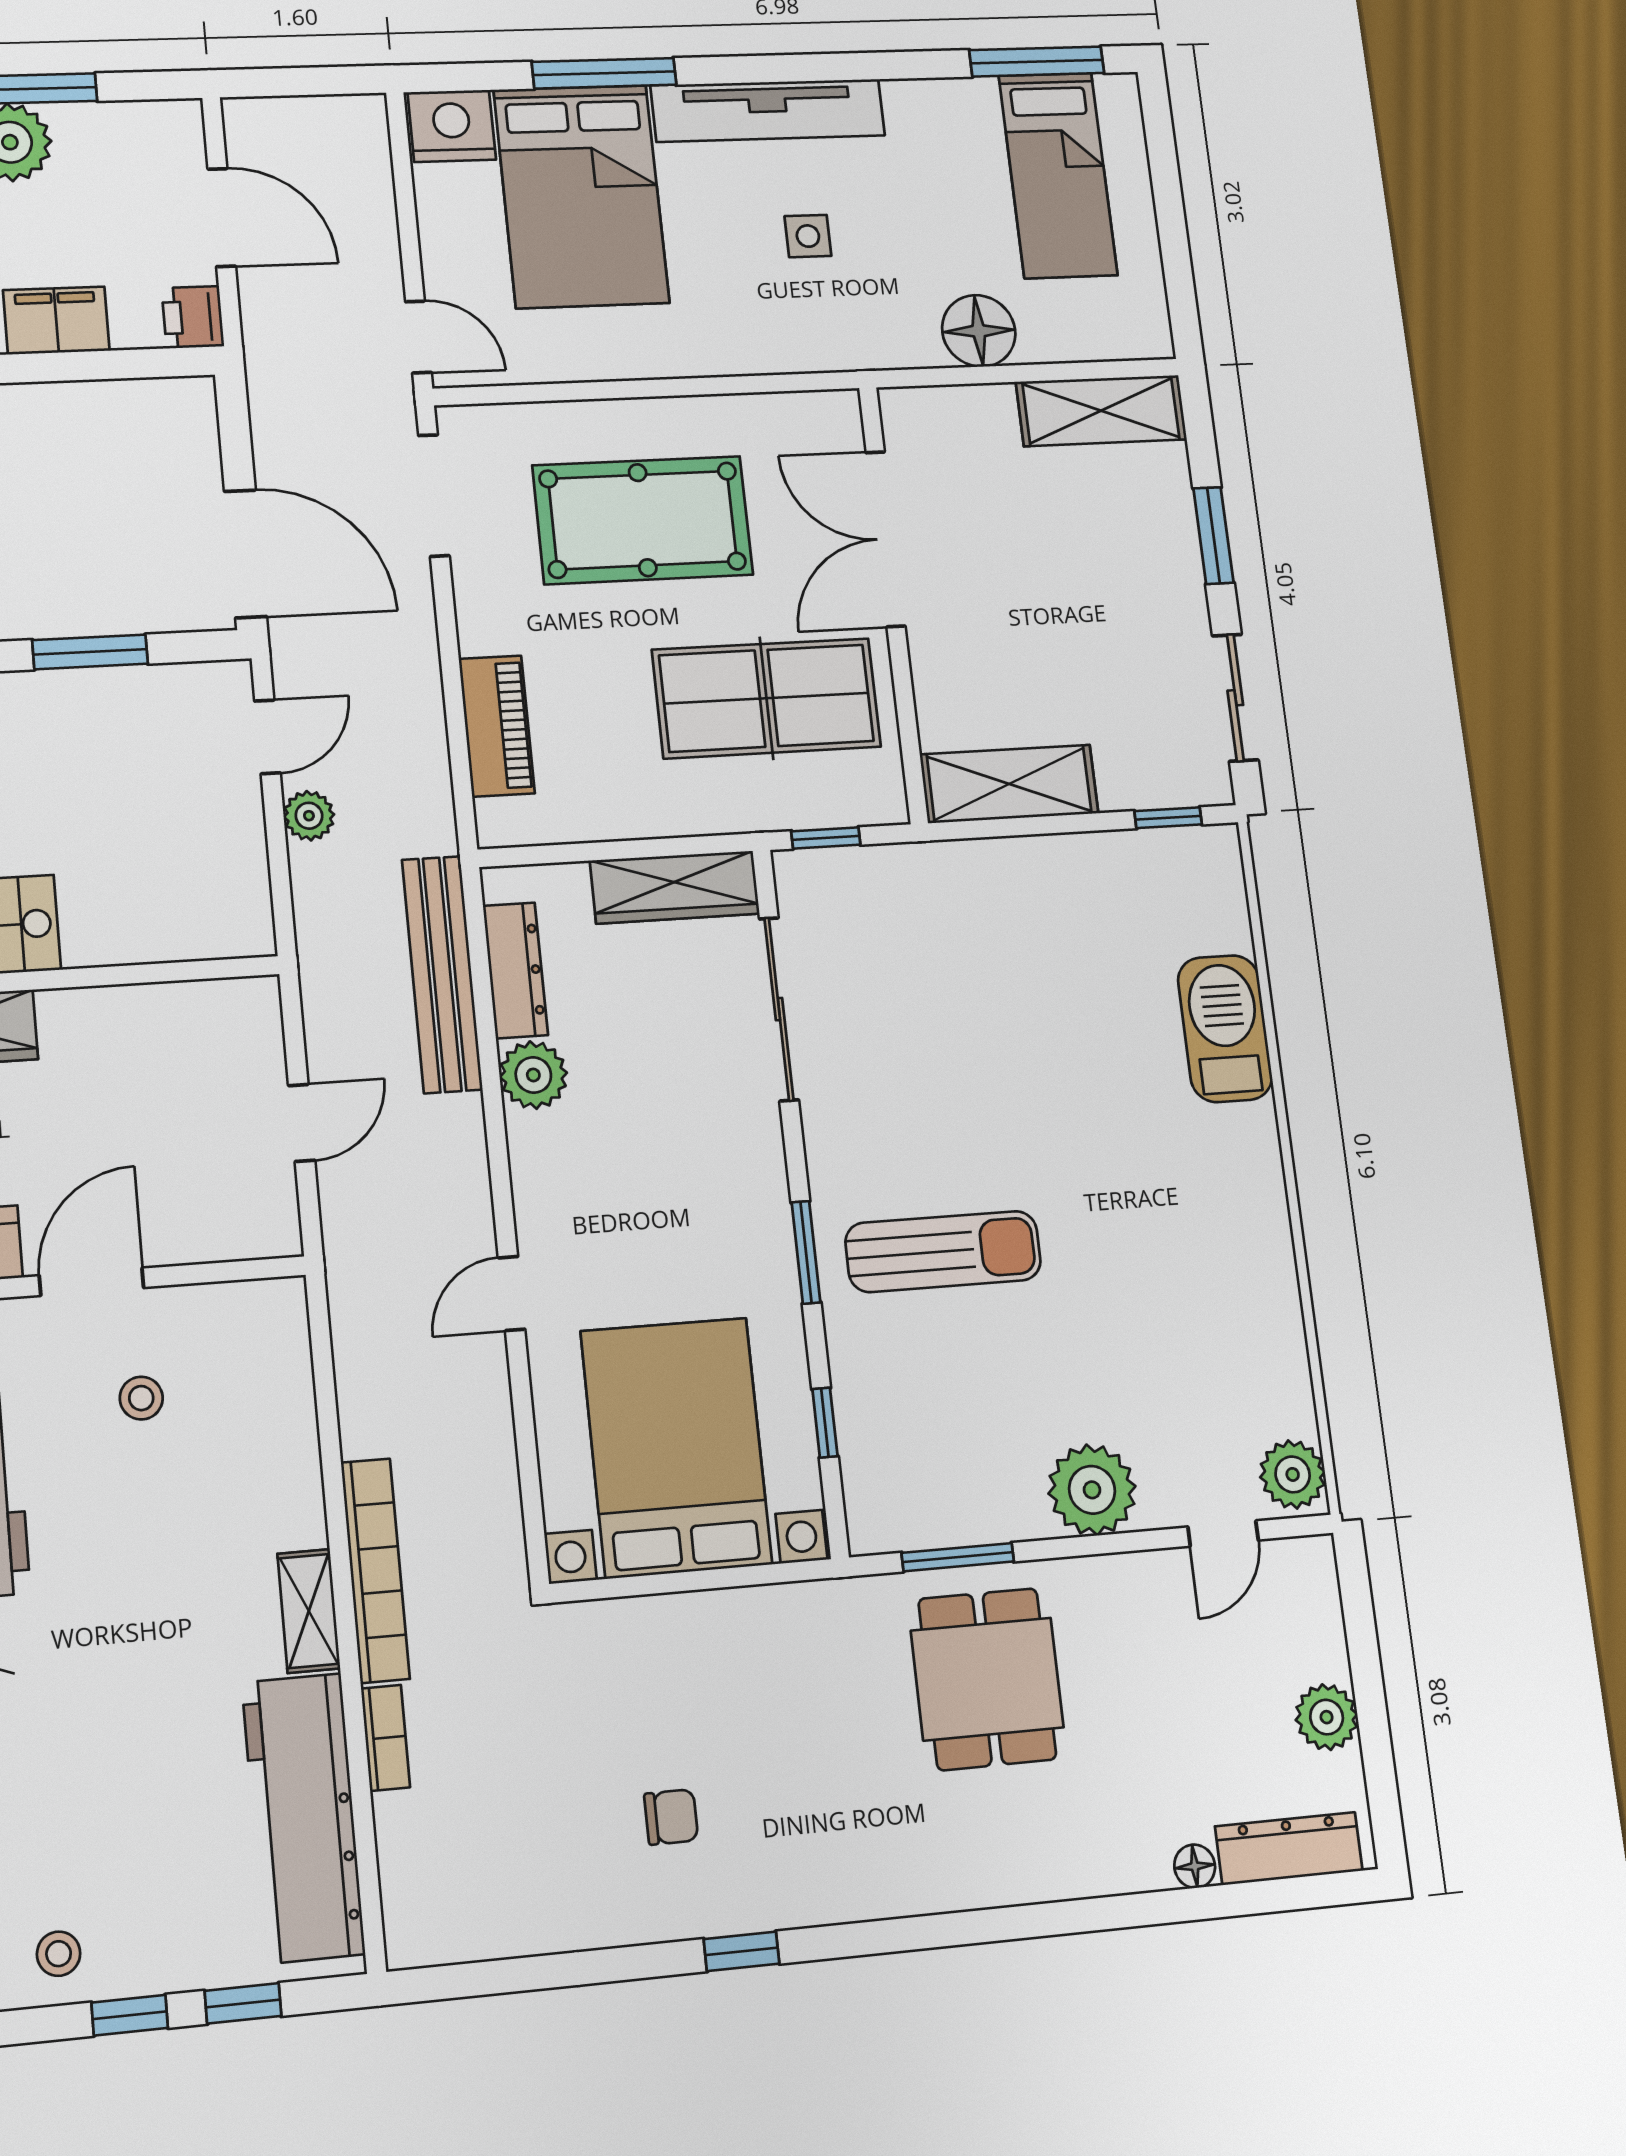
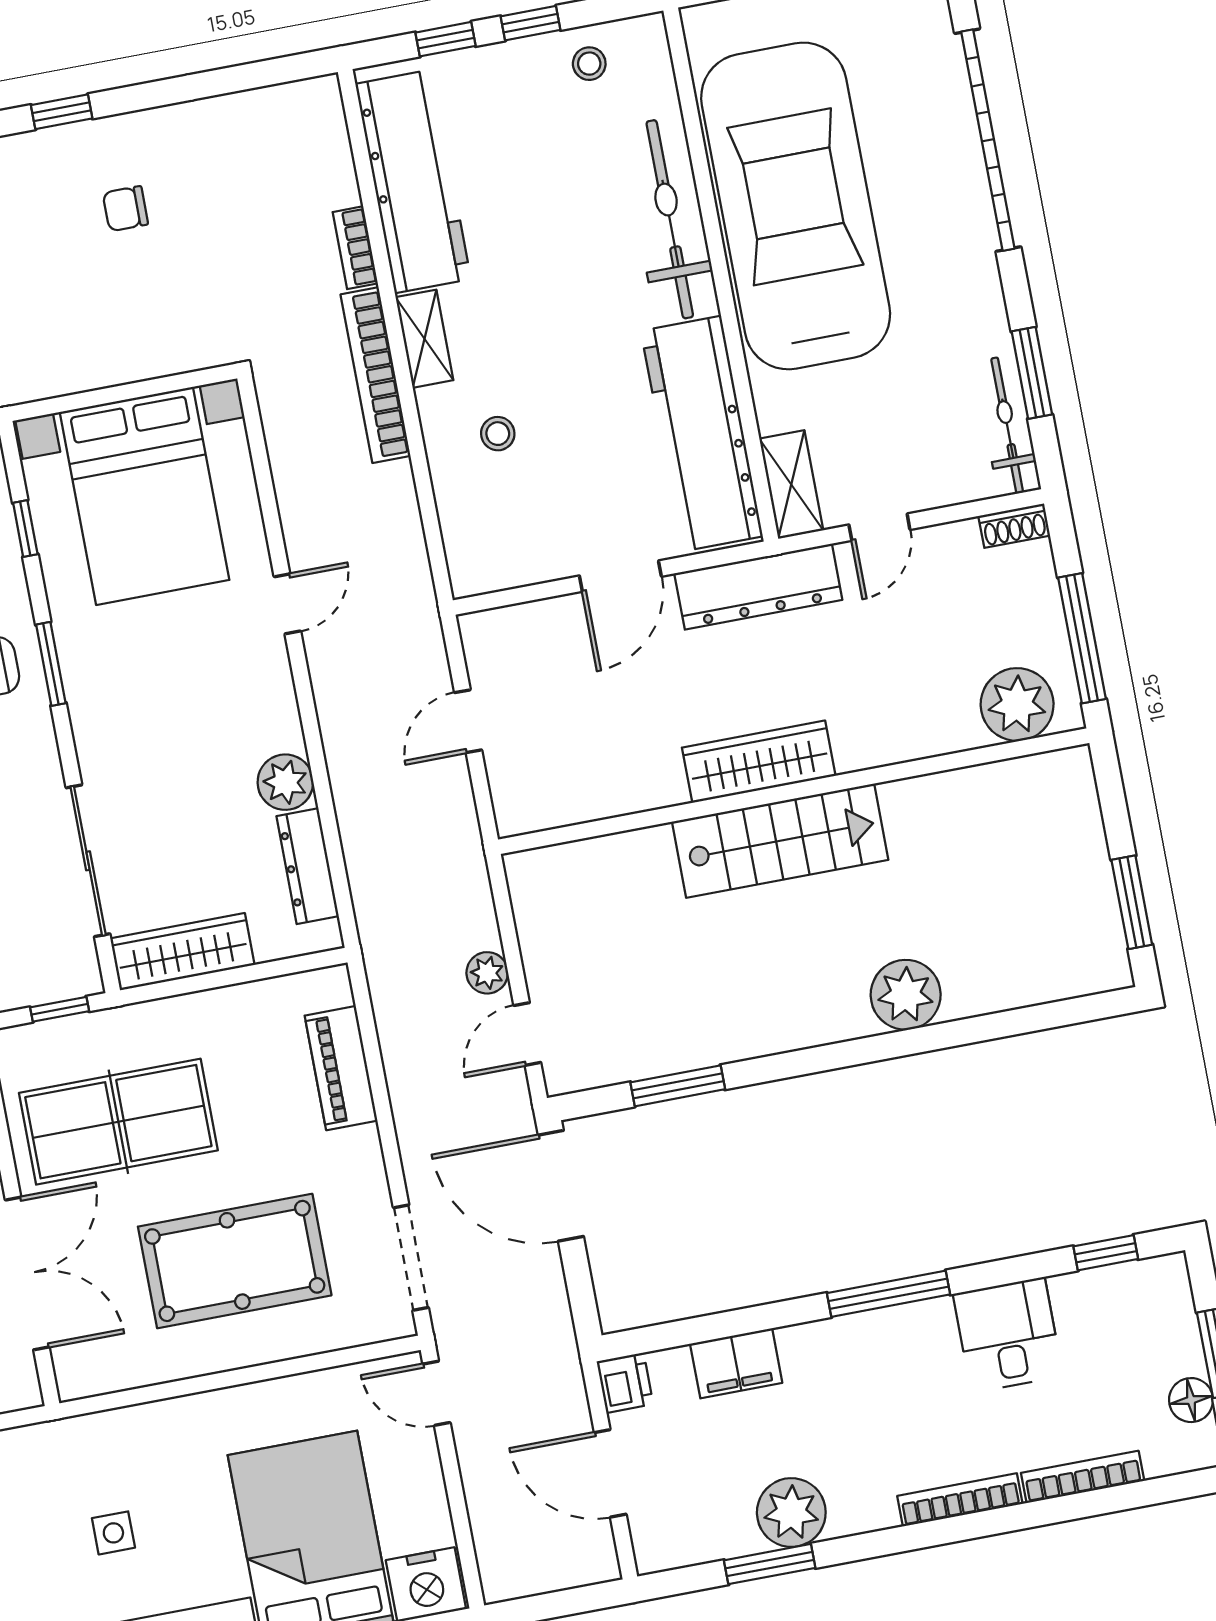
bench: (442, 974) -> (367, 856), removed
stool: (141, 1398) -> (498, 434), moved

